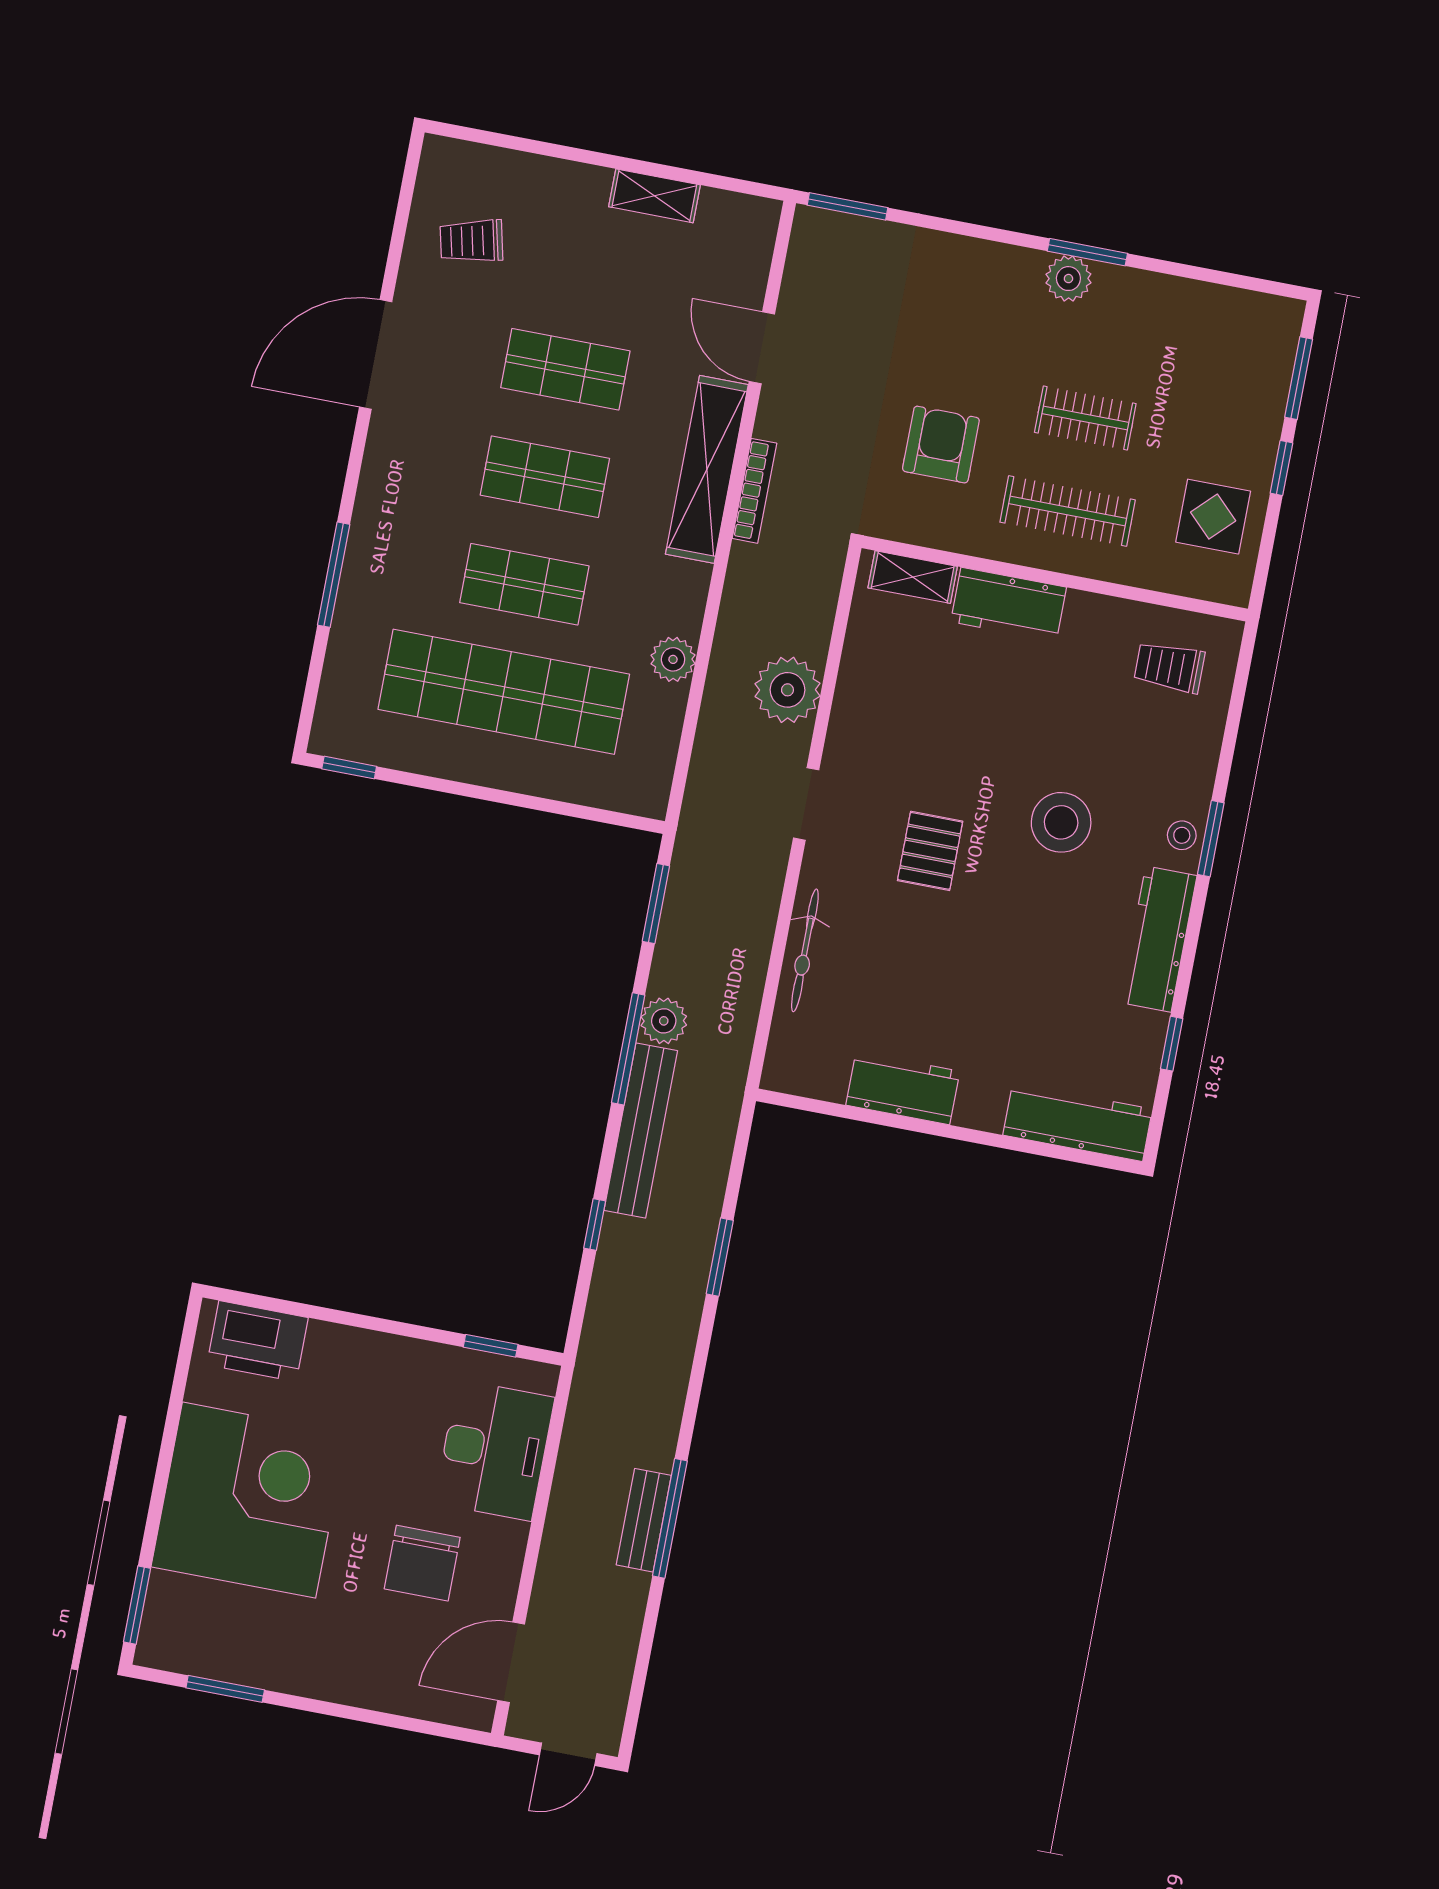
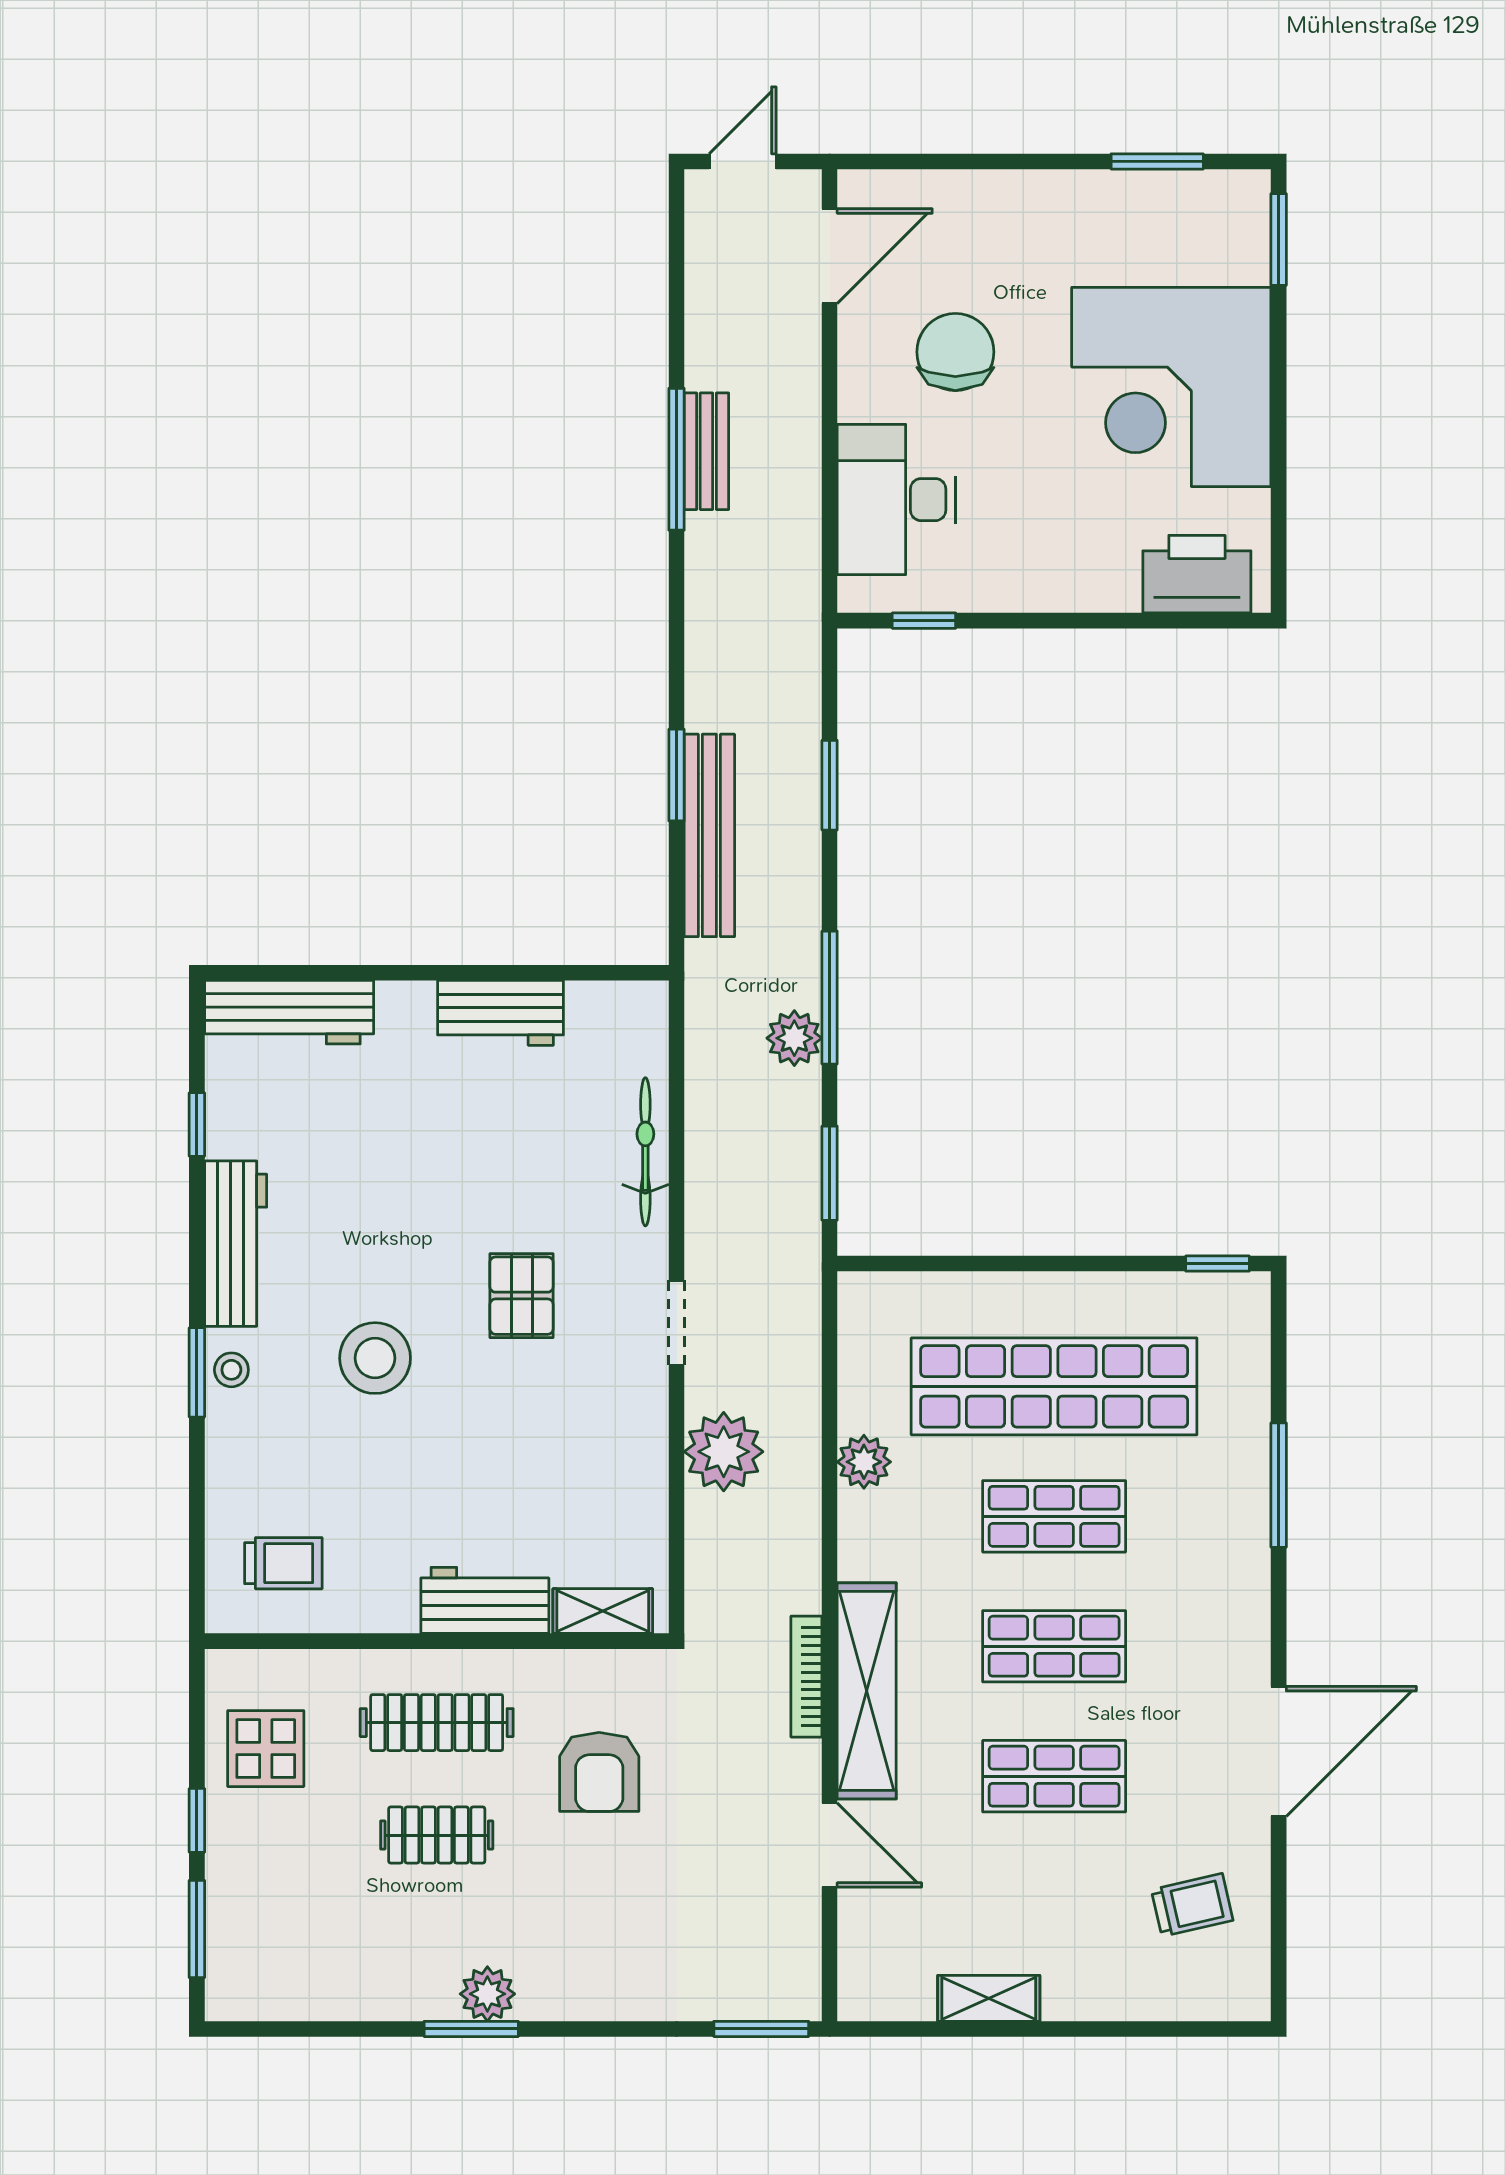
bench: (641, 1130) -> (709, 835), moved
window: (595, 1225) -> (830, 785), width x1.50

